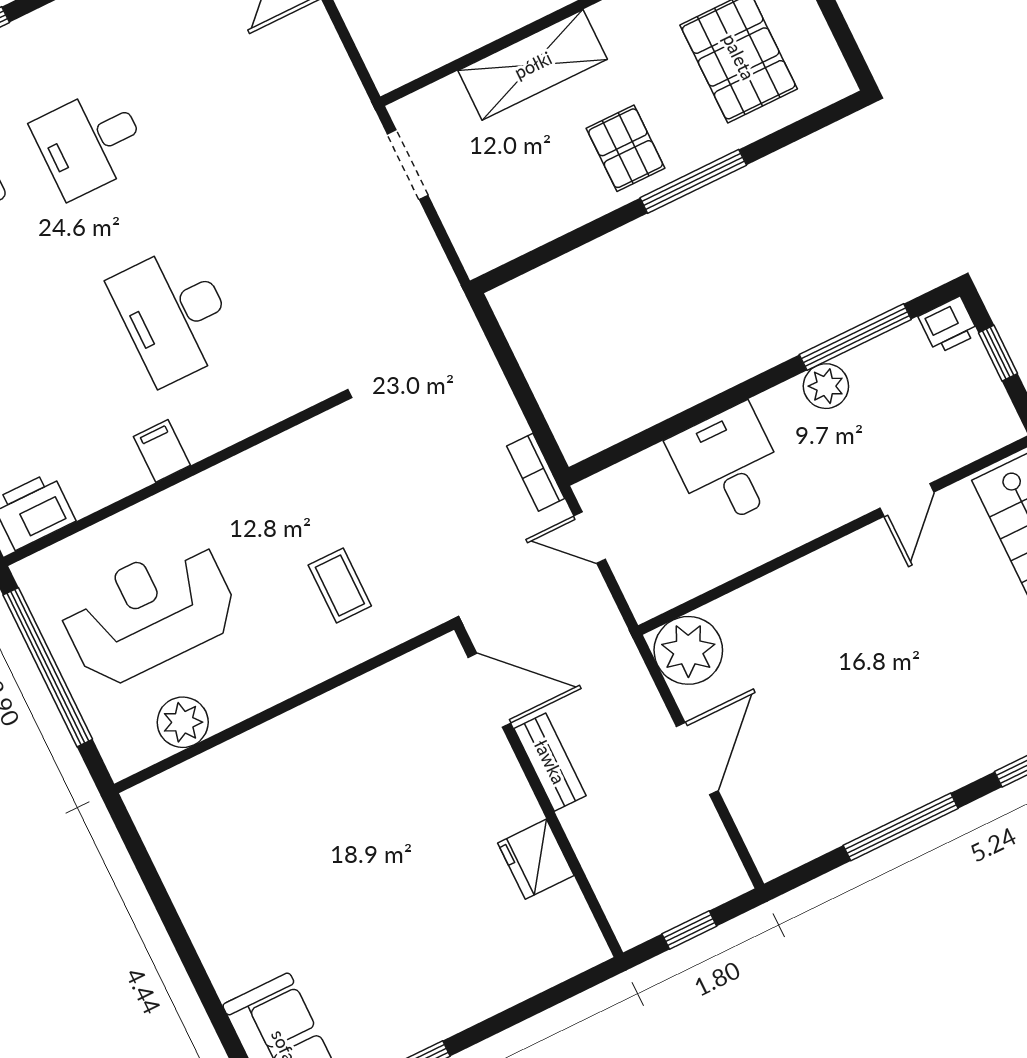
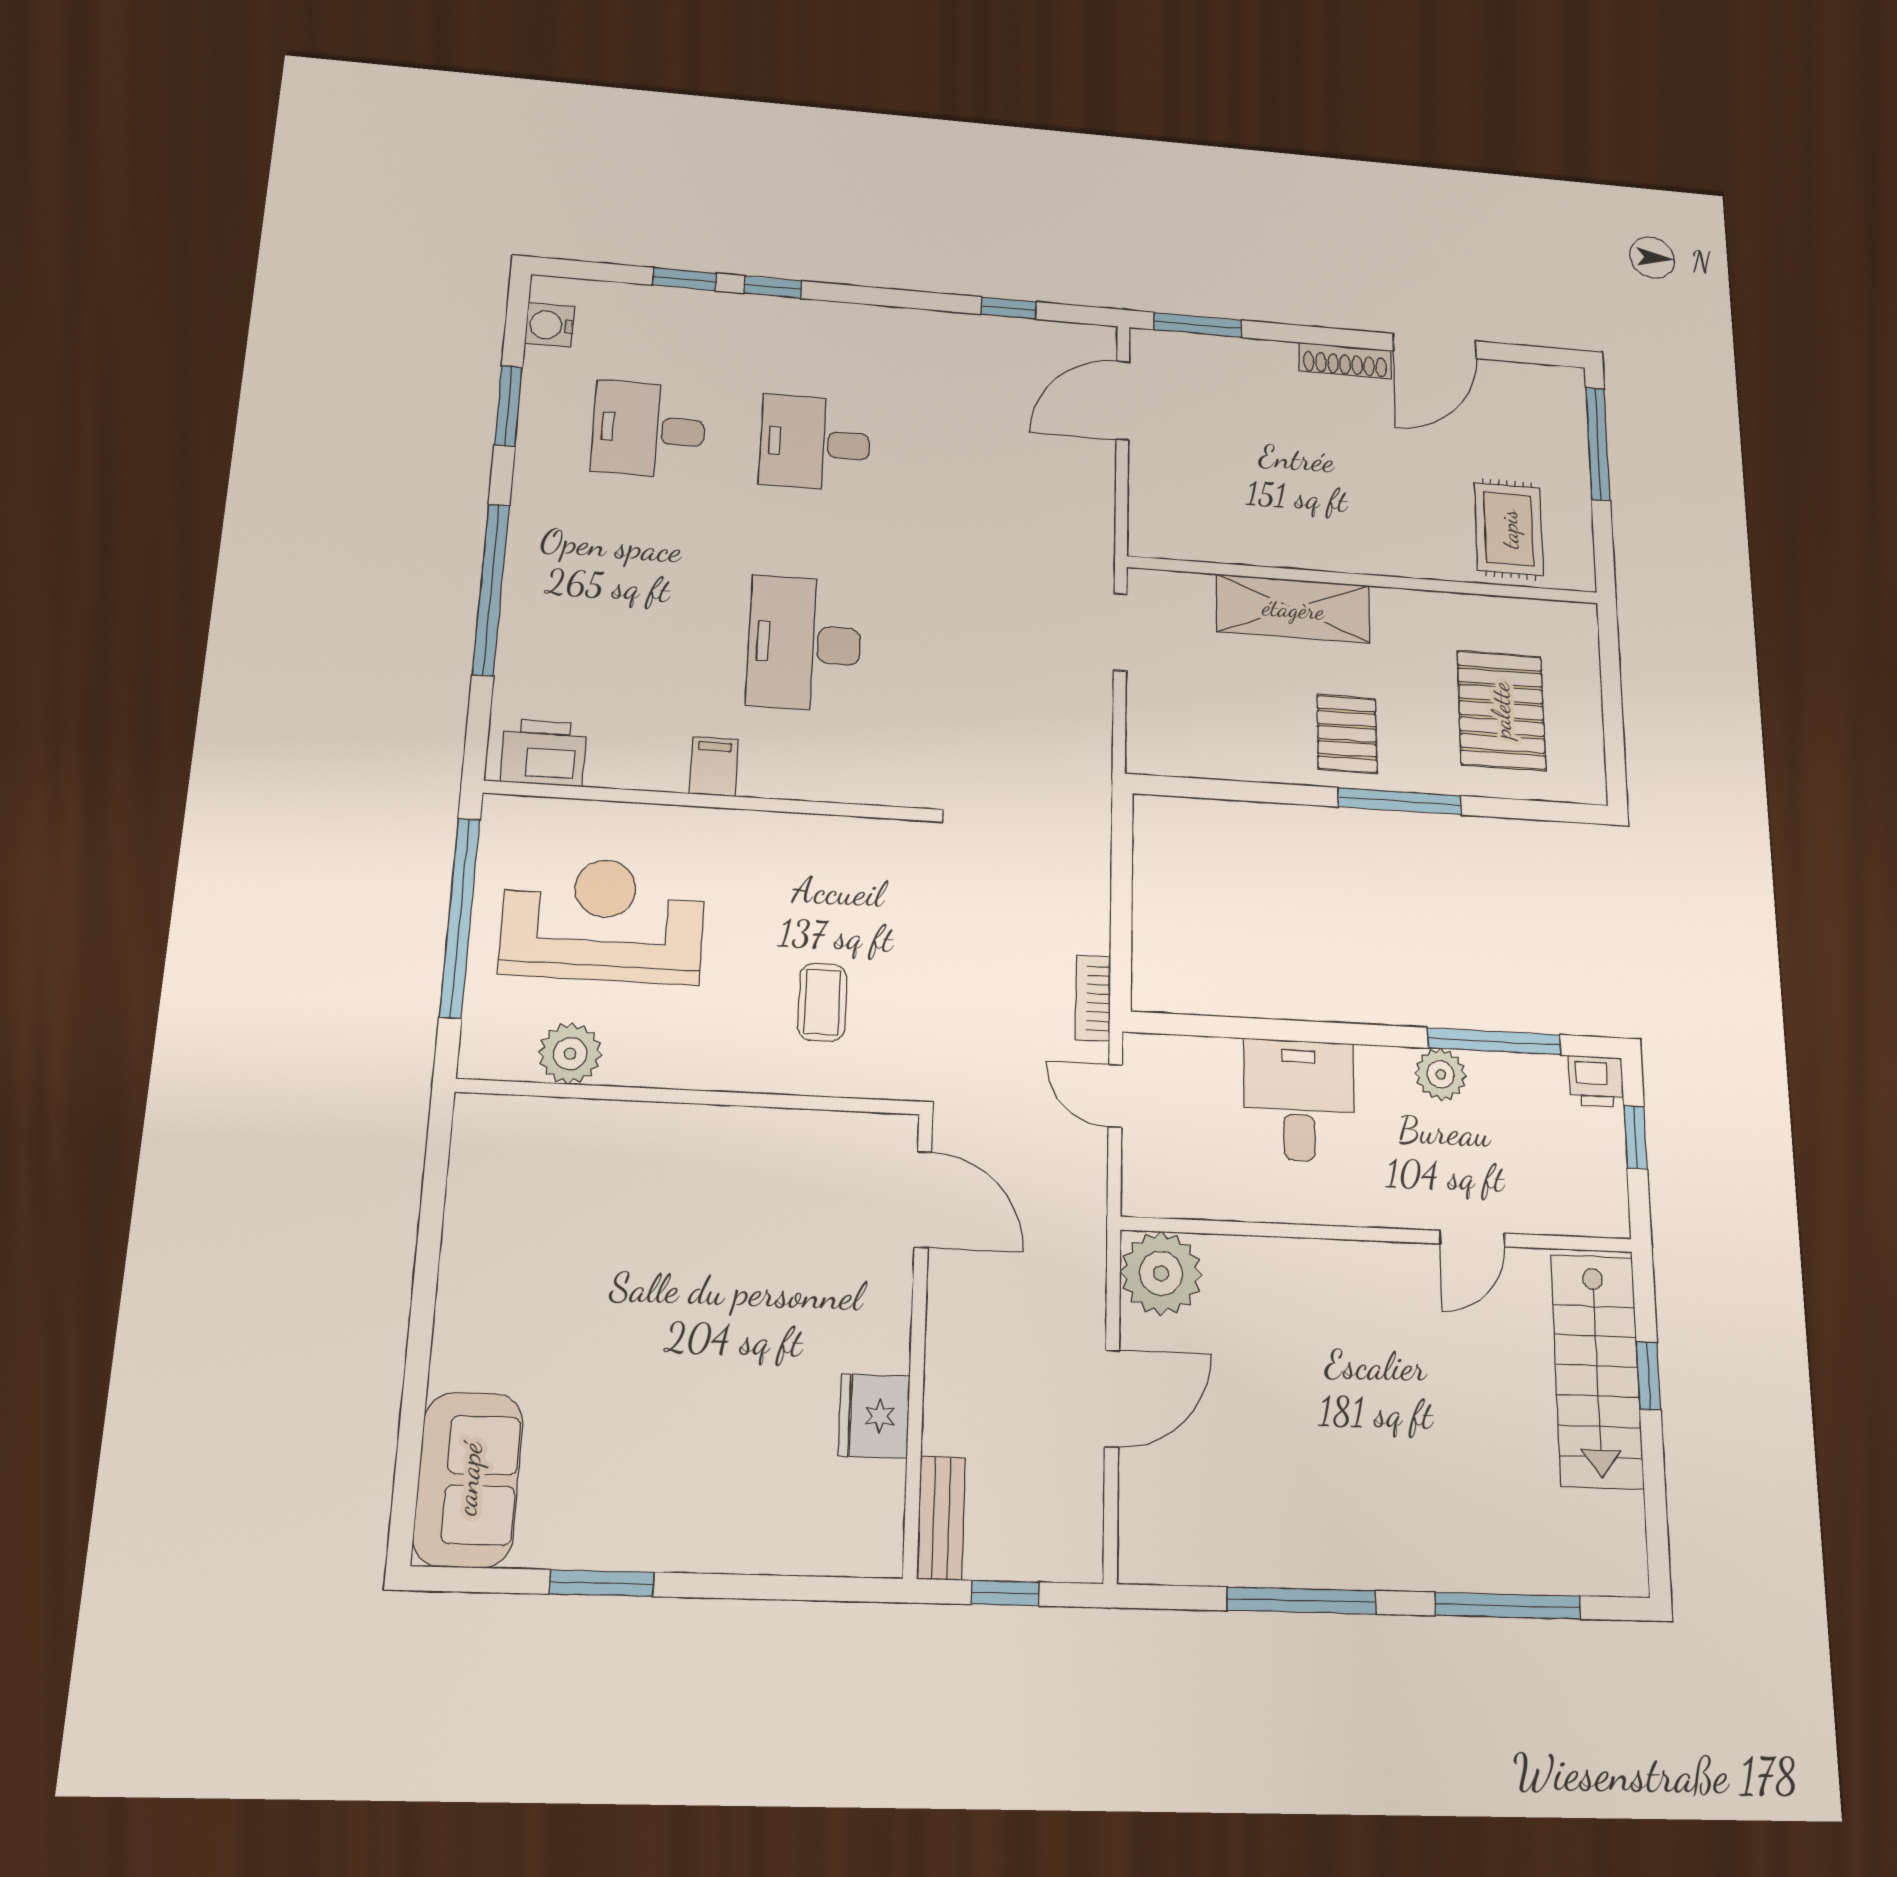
bench: (550, 762) -> (941, 1518), moved

